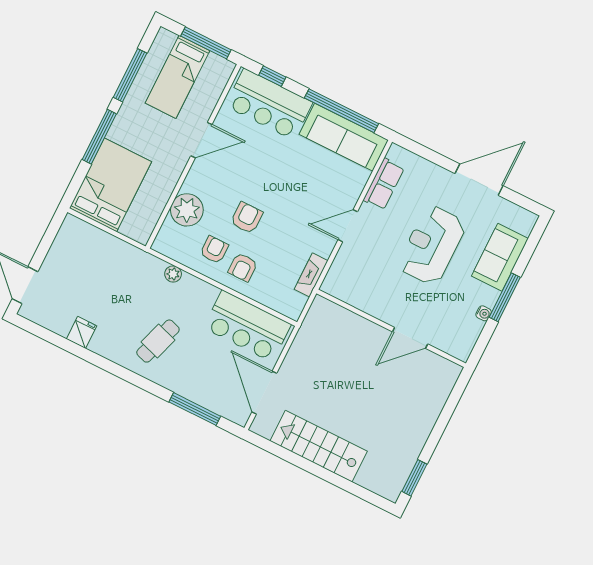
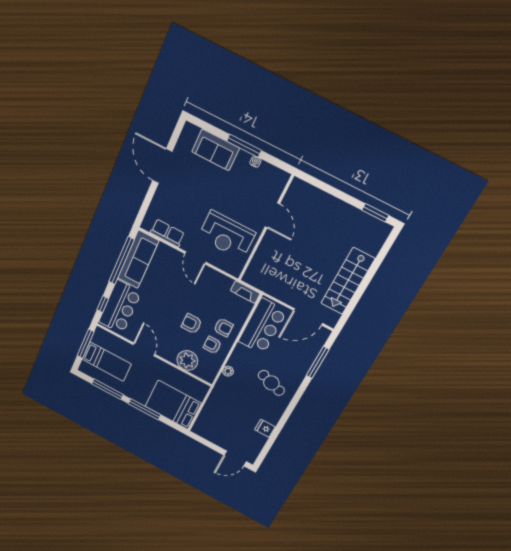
reception desk: (432, 245) -> (227, 235), moved
fireplace: (311, 275) -> (245, 292), moved

